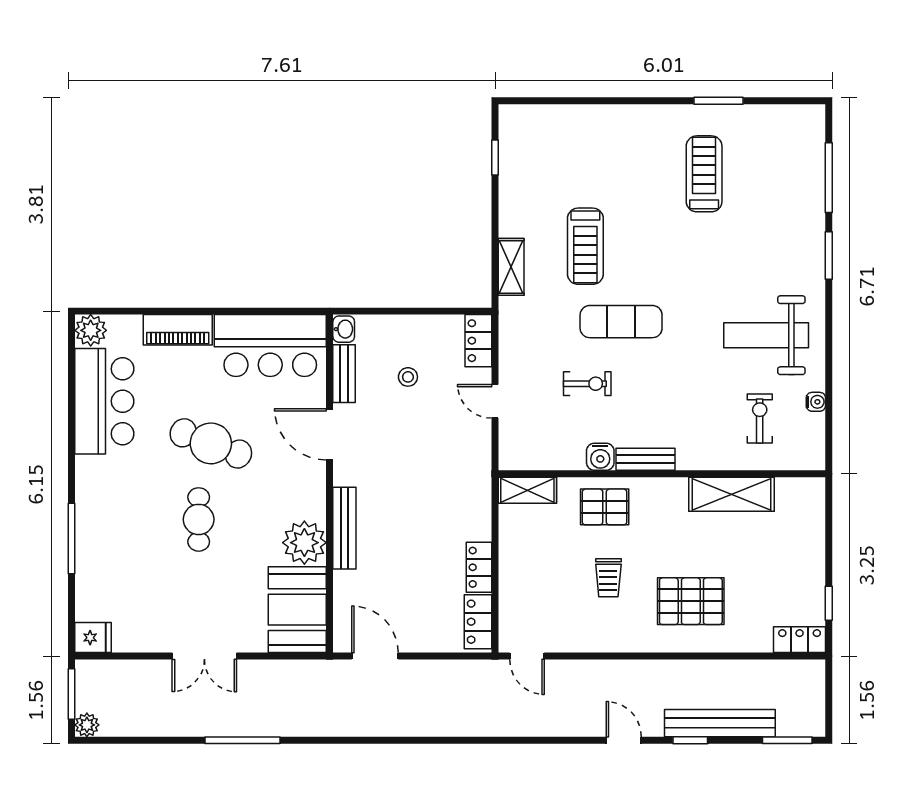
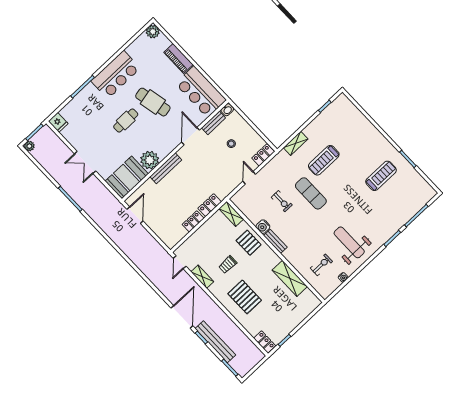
bar counter: (104, 401) -> (116, 75), moved
cafe table: (211, 443) -> (153, 102), turned -33
locker: (478, 622) -> (210, 205), moved
shelving: (588, 641) -> (202, 277), added
door: (624, 740) -> (182, 317), width x1.88

